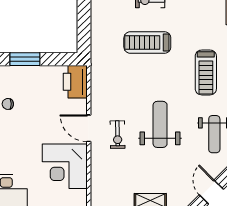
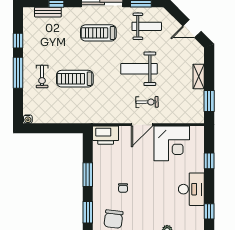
treadmill: (147, 43) -> (75, 79), turned 90
treadmill: (206, 72) -> (98, 33), turned 180

